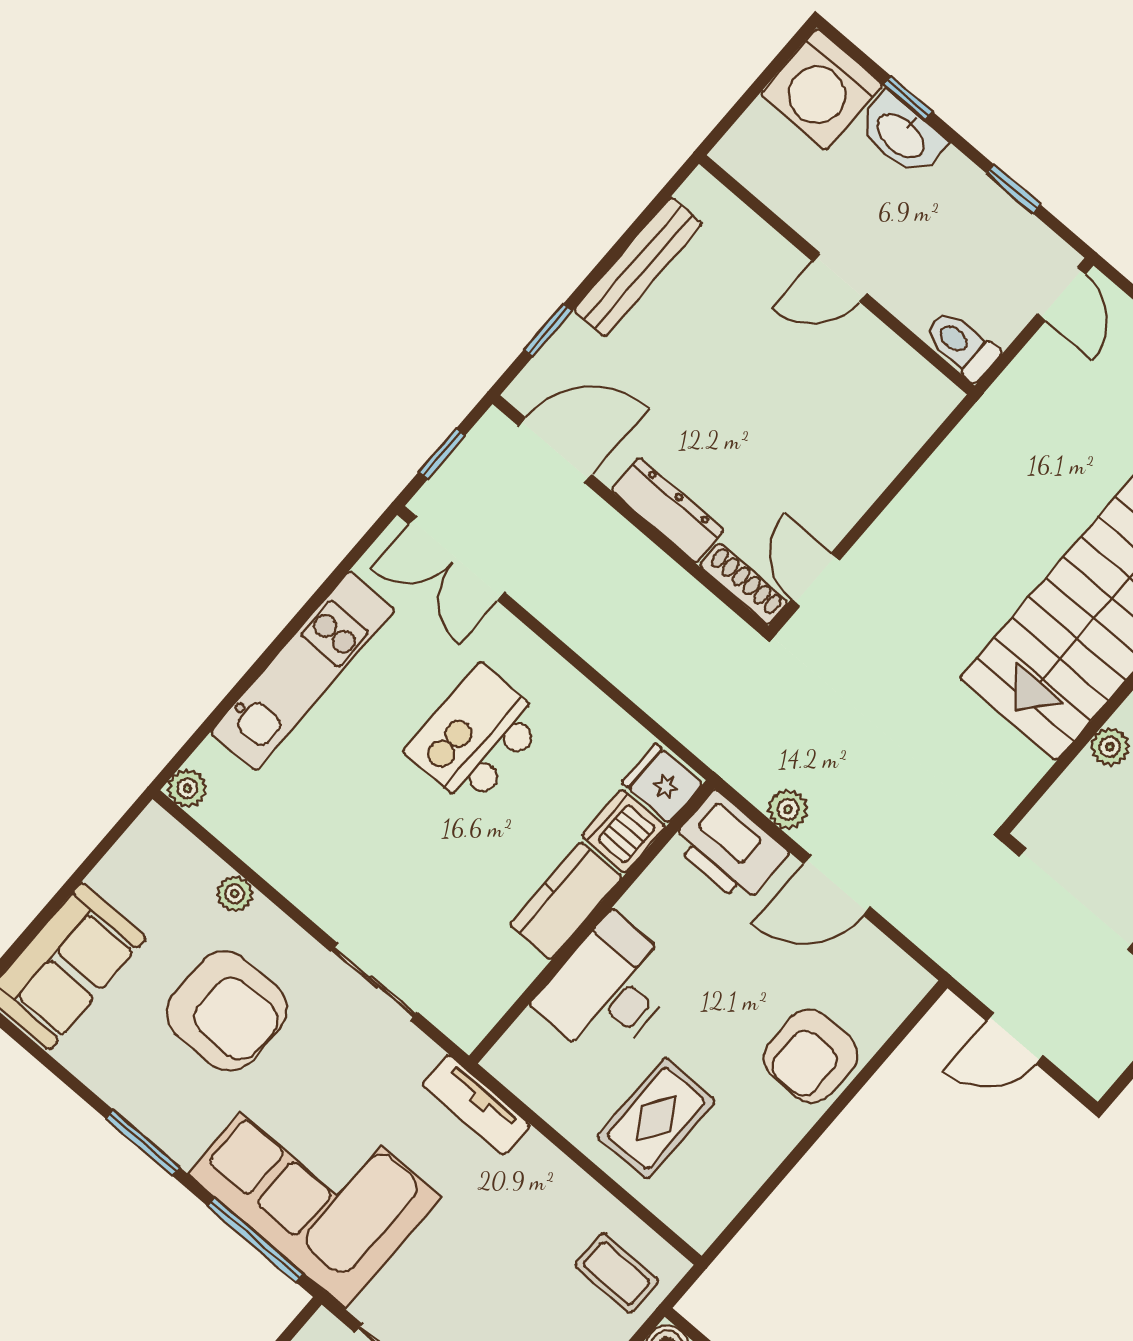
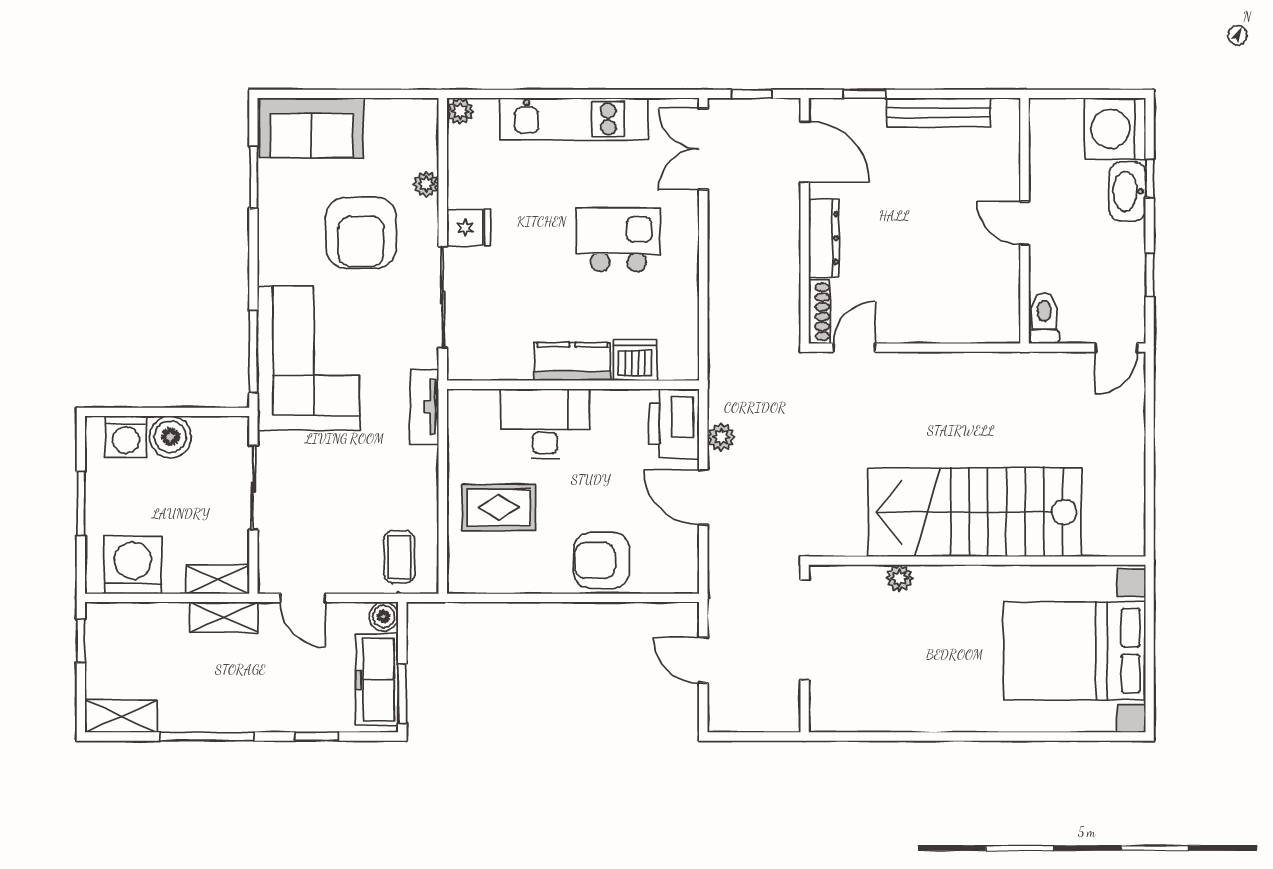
fridge: (662, 783) -> (469, 228), moved, turned 90
sliding door: (374, 982) -> (443, 297), width x1.37
window: (143, 1143) -> (253, 177), moved

